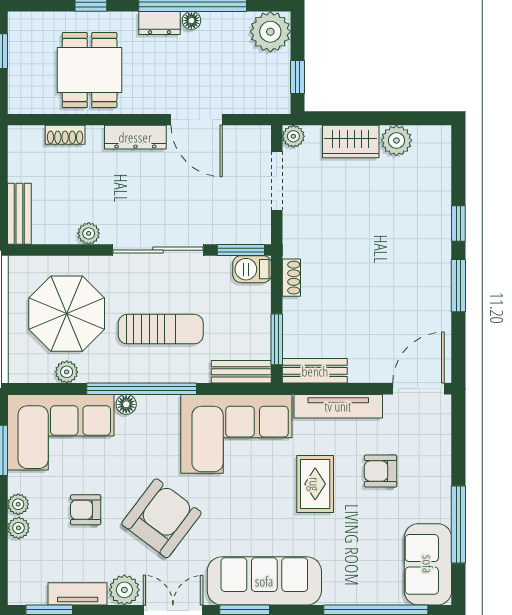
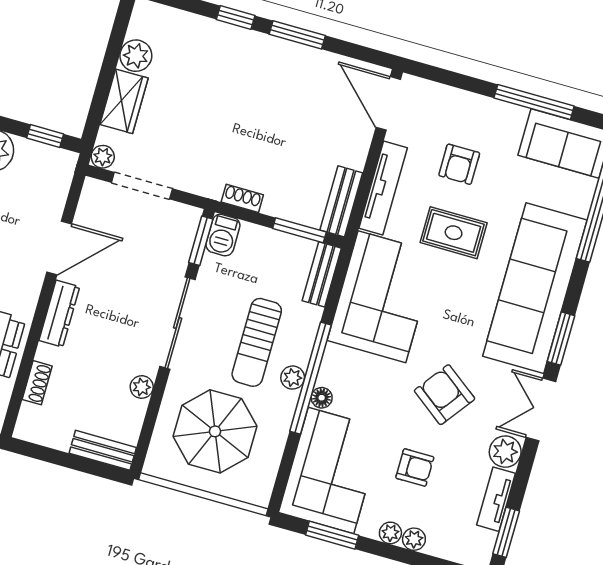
sun lounger: (161, 329) -> (257, 342), turned 180
plant: (67, 372) -> (293, 378), moved
armchair: (86, 510) -> (415, 468), turned -90
armchair: (162, 518) -> (445, 395), width x0.73, depth x0.73
sofa: (264, 581) -> (535, 288), width x1.36, depth x1.27

